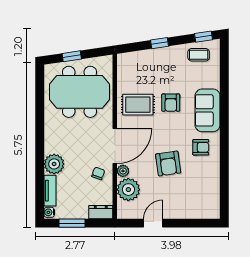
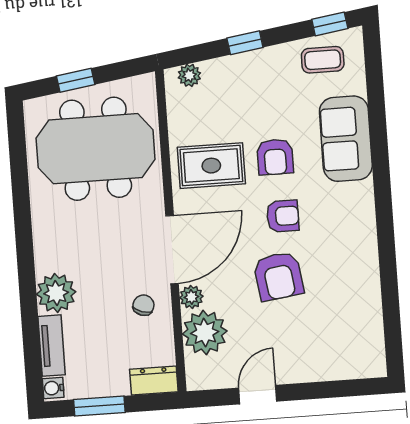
plant: (130, 58) -> (189, 75), added
sofa: (208, 110) -> (346, 139), moved
armchair: (201, 147) -> (283, 216), moved

